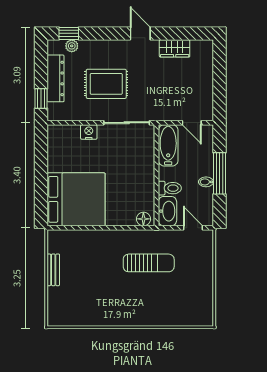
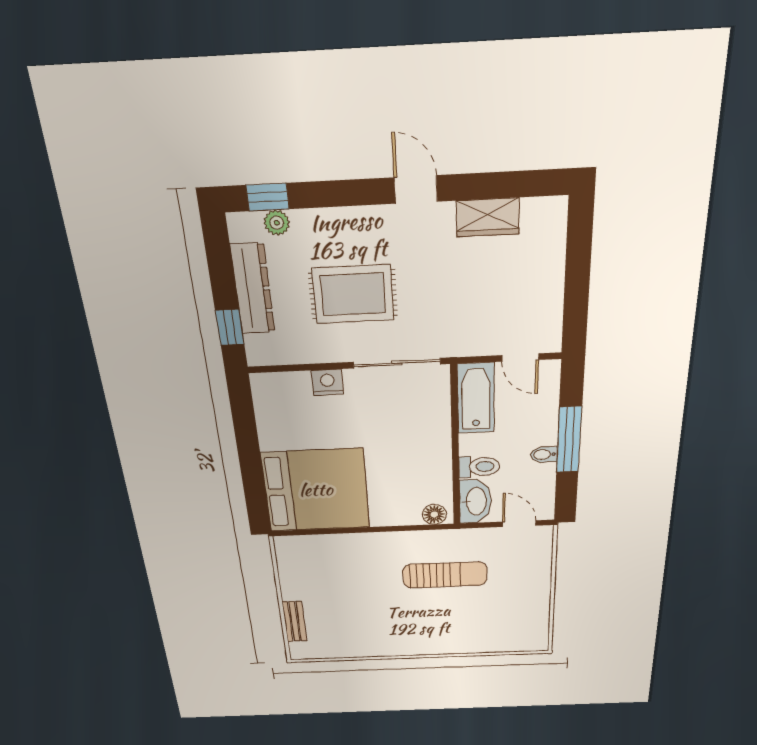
bench: (53, 270) -> (294, 621), moved

